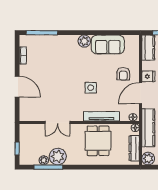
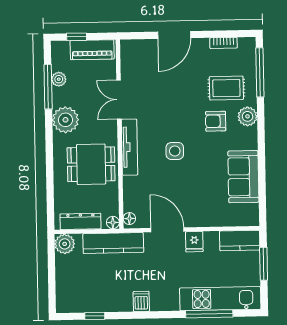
plant: (84, 41) -> (248, 116), moved
rug: (51, 54) -> (226, 88), added
armchair: (123, 74) -> (216, 121), moved
tv unit: (101, 116) -> (130, 147), moved
piano: (26, 139) -> (92, 50), added
plant: (58, 156) -> (65, 120), moved

